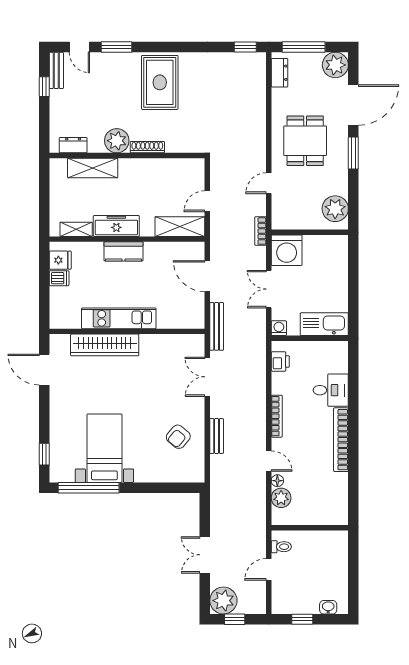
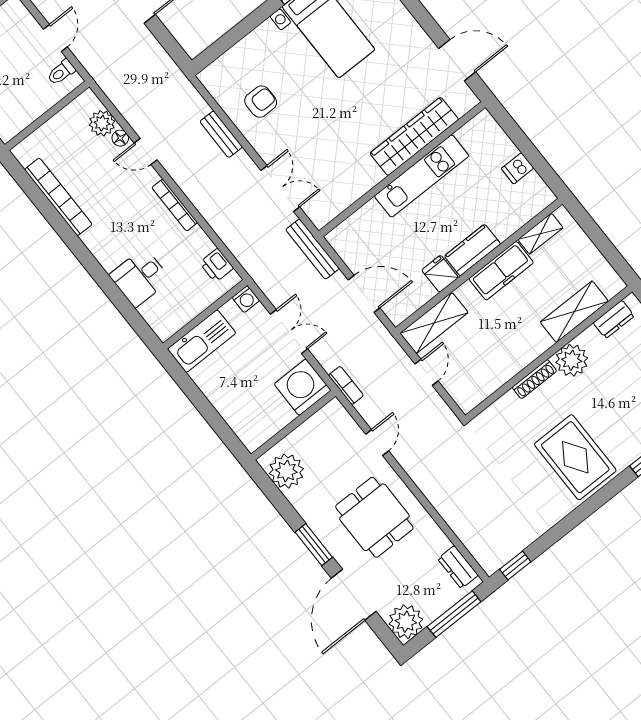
fridge: (60, 260) -> (440, 274), moved, turned 90
armchair: (178, 437) -> (261, 102), turned 50
bookcase: (341, 440) -> (58, 197), moved

